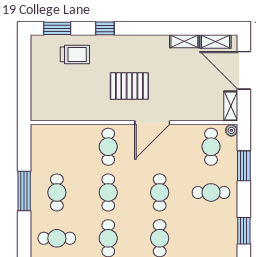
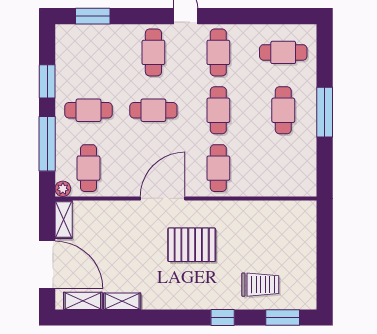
trolley: (75, 54) -> (260, 285), turned 180
window: (244, 166) -> (47, 144), width x1.44
cafe table: (160, 192) -> (153, 110), turned 90
window: (244, 231) -> (47, 81), moved

